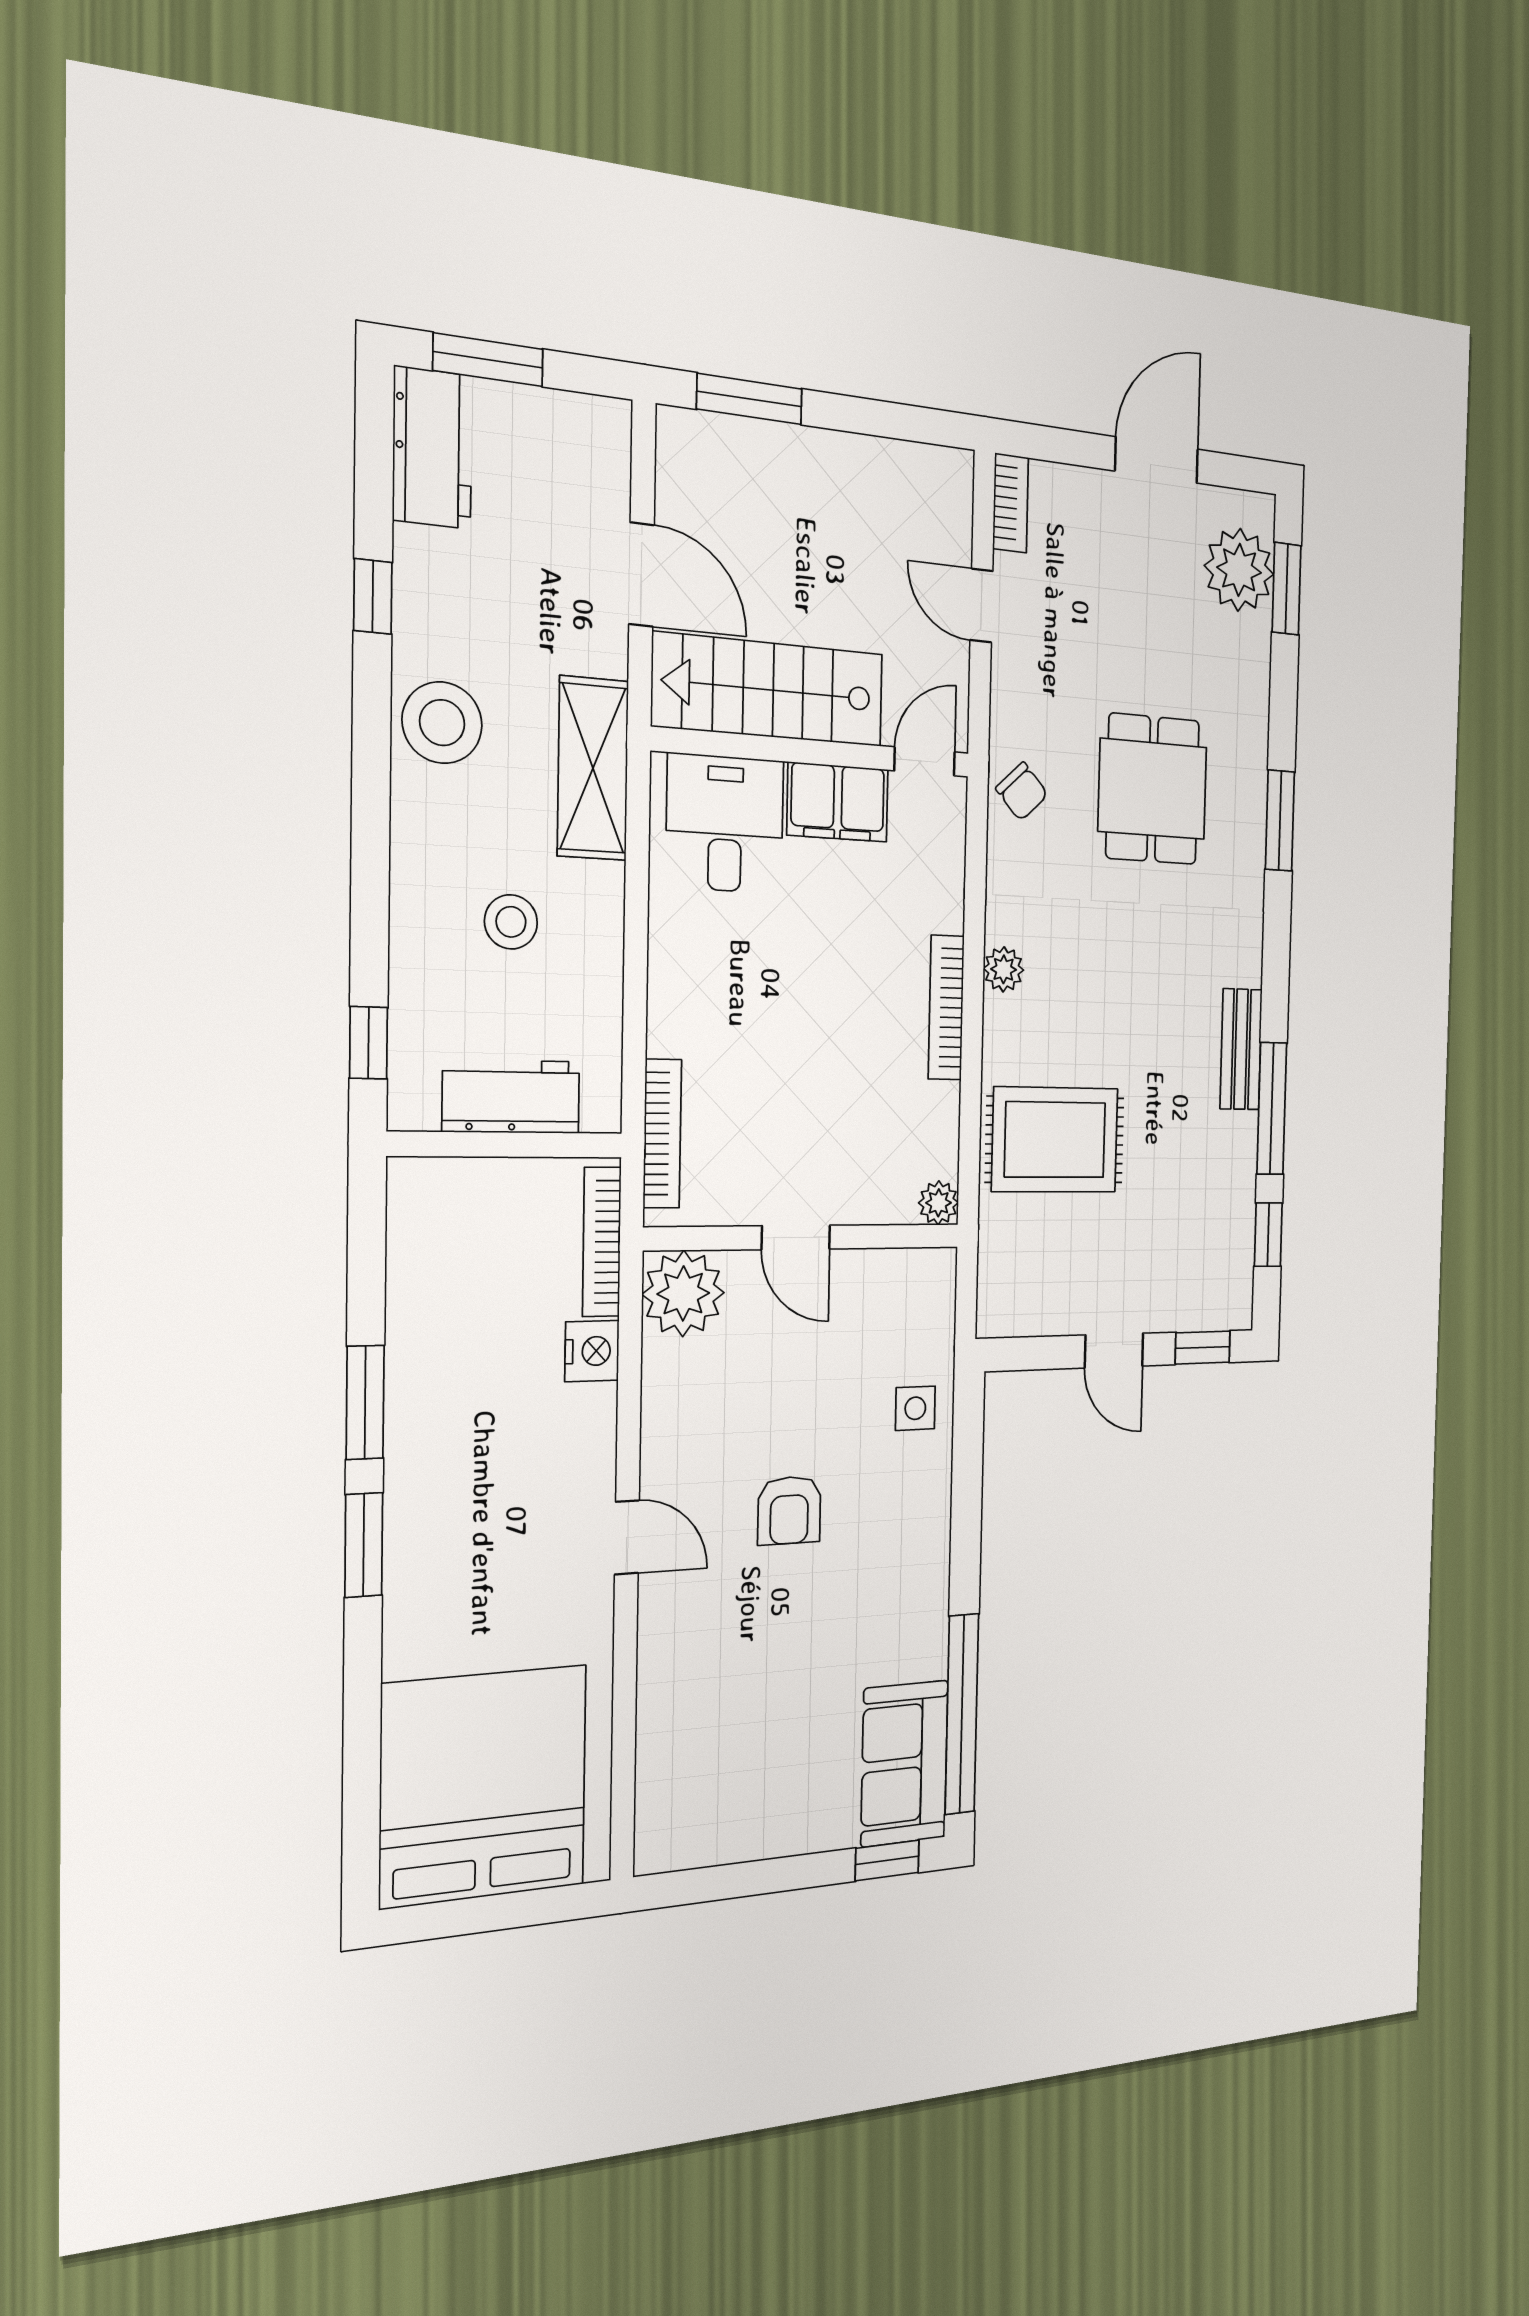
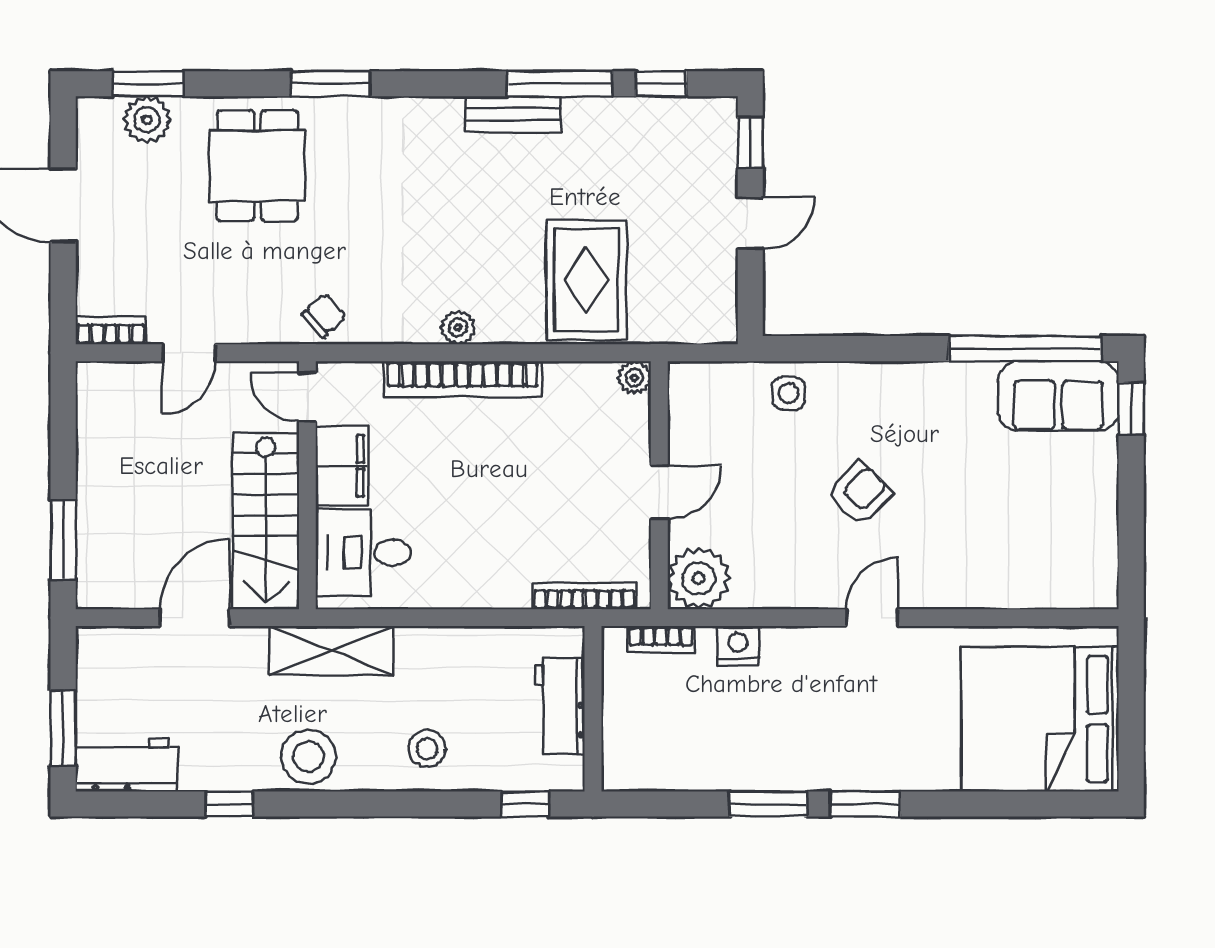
plant: (1239, 570) -> (147, 120), width x0.73, depth x0.73
dining table: (1153, 789) -> (257, 166), moved, turned 90
stool: (511, 922) -> (427, 749), moved
bookcase: (946, 1008) -> (463, 379), width x1.48, depth x1.31
bookcase: (602, 1242) -> (661, 639), width x0.64
armchair: (789, 1510) -> (860, 494), turned -45

